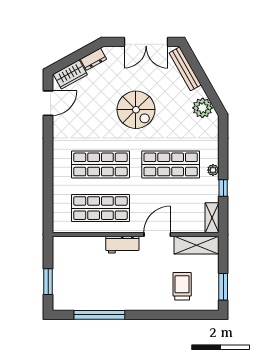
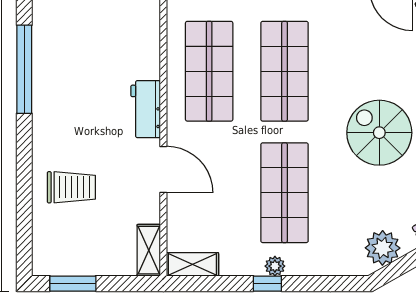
spiral stairs: (136, 110) -> (379, 133), turned 90
window: (223, 188) -> (267, 284), moved
shelving: (196, 245) -> (149, 250), width x0.67, depth x0.75
trolley: (182, 286) -> (71, 187), moved

